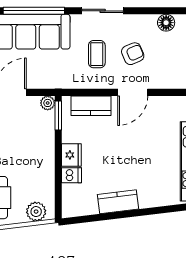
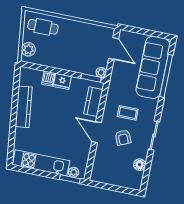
sliding door: (103, 11) -> (154, 135), moved
kitchen counter: (118, 202) -> (24, 107), width x1.50

